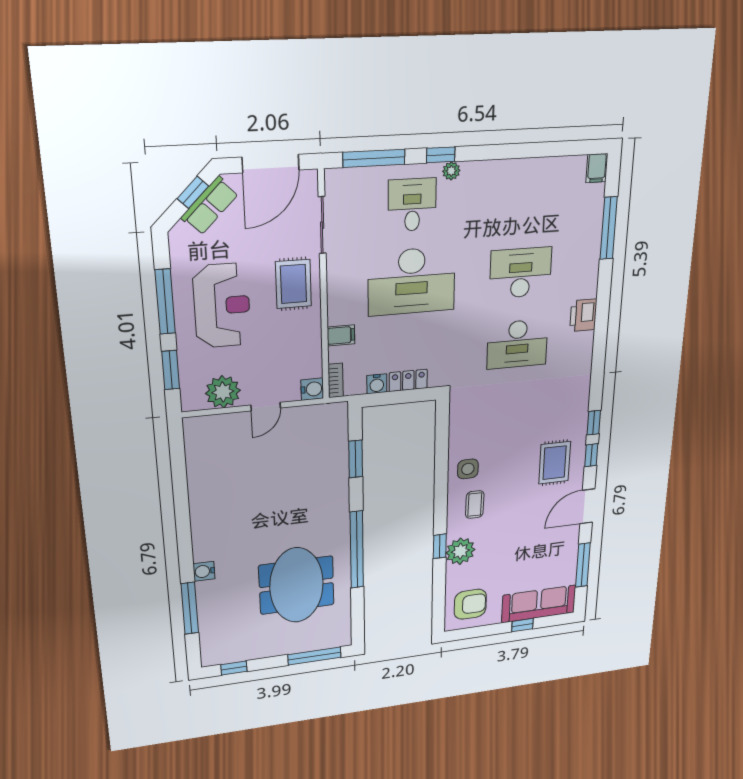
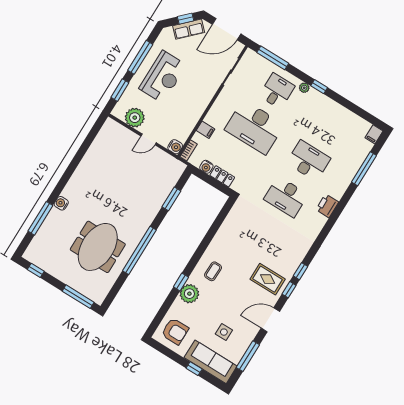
window: (441, 155) -> (319, 87), moved
rug: (293, 284) -> (201, 90), removed
rug: (555, 463) -> (268, 279), turned 90
side table: (468, 469) -> (224, 332), moved

